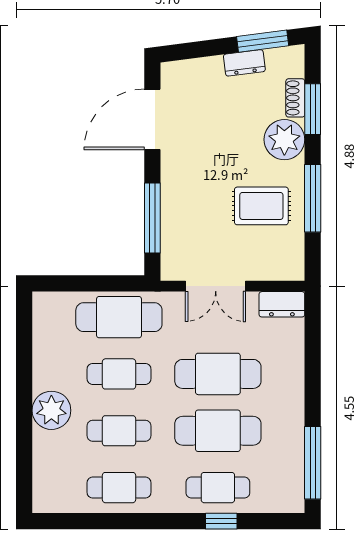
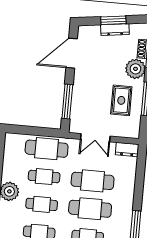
window: (263, 41) -> (113, 20), moved
dresser: (244, 63) -> (115, 30), width x1.44
rug: (261, 206) -> (121, 100), turned 90

